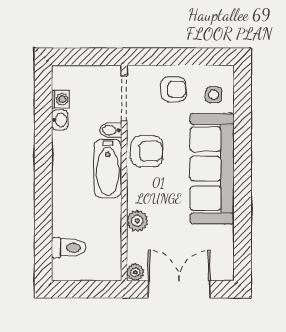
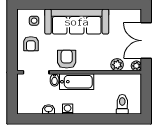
armchair: (173, 89) -> (31, 44), turned 180
washing machine: (60, 99) -> (68, 109), moved
plant: (137, 221) -> (117, 65), moved

